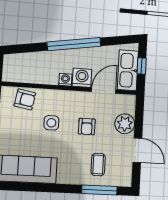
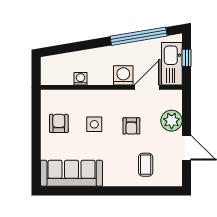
window: (74, 44) -> (139, 36), moved
washing machine: (65, 80) -> (80, 79), moved
armchair: (25, 99) -> (59, 123), moved, turned -100
window: (99, 190) -> (148, 191), removed

